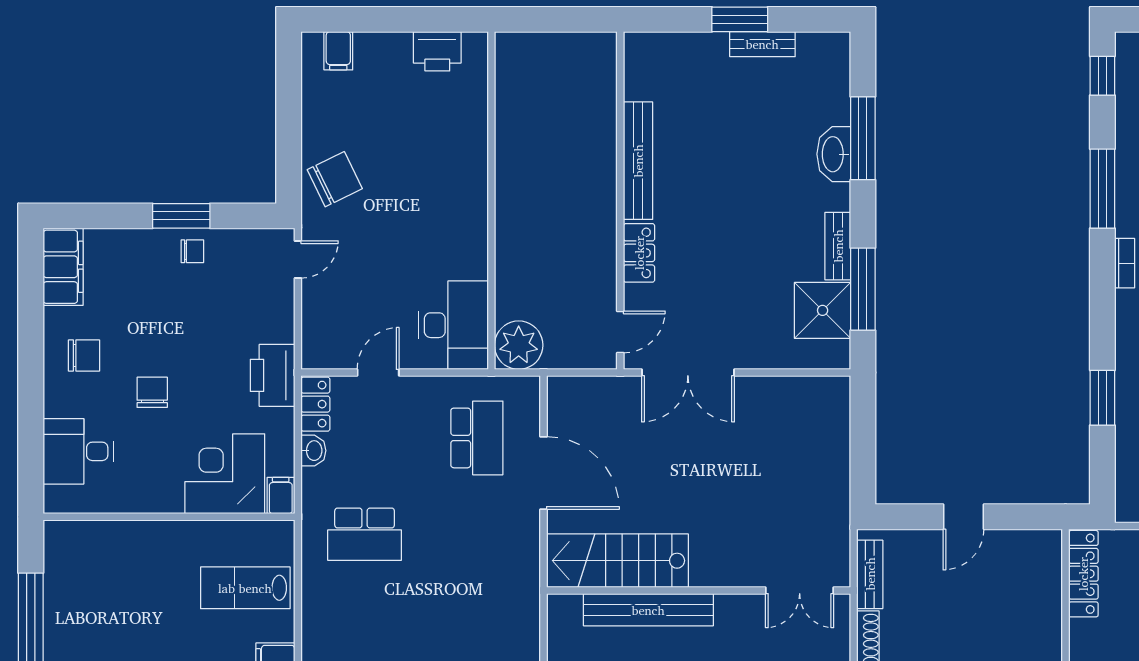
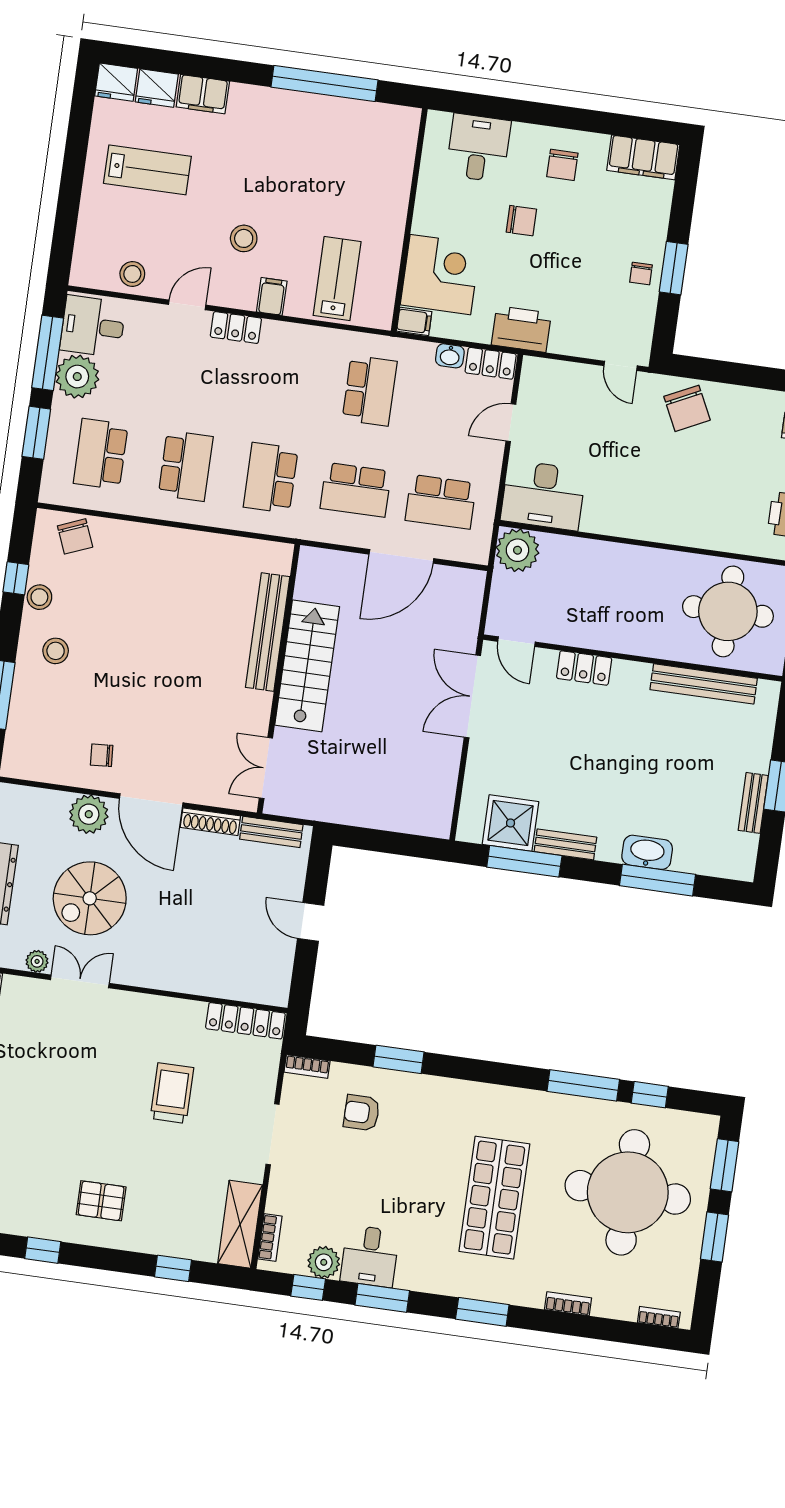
window: (1102, 76) -> (650, 1095), moved
round table: (554, 102) -> (728, 611), added
bench: (638, 161) -> (704, 684), moved
bookcase: (1125, 263) -> (307, 1067), moved
door: (378, 372) -> (511, 423), swing flipped
school desk: (365, 534) -> (370, 391), turned 180
school desk: (477, 534) -> (356, 490), added
stairs: (617, 561) -> (307, 666), moved
school desk: (477, 630) -> (271, 478), added

